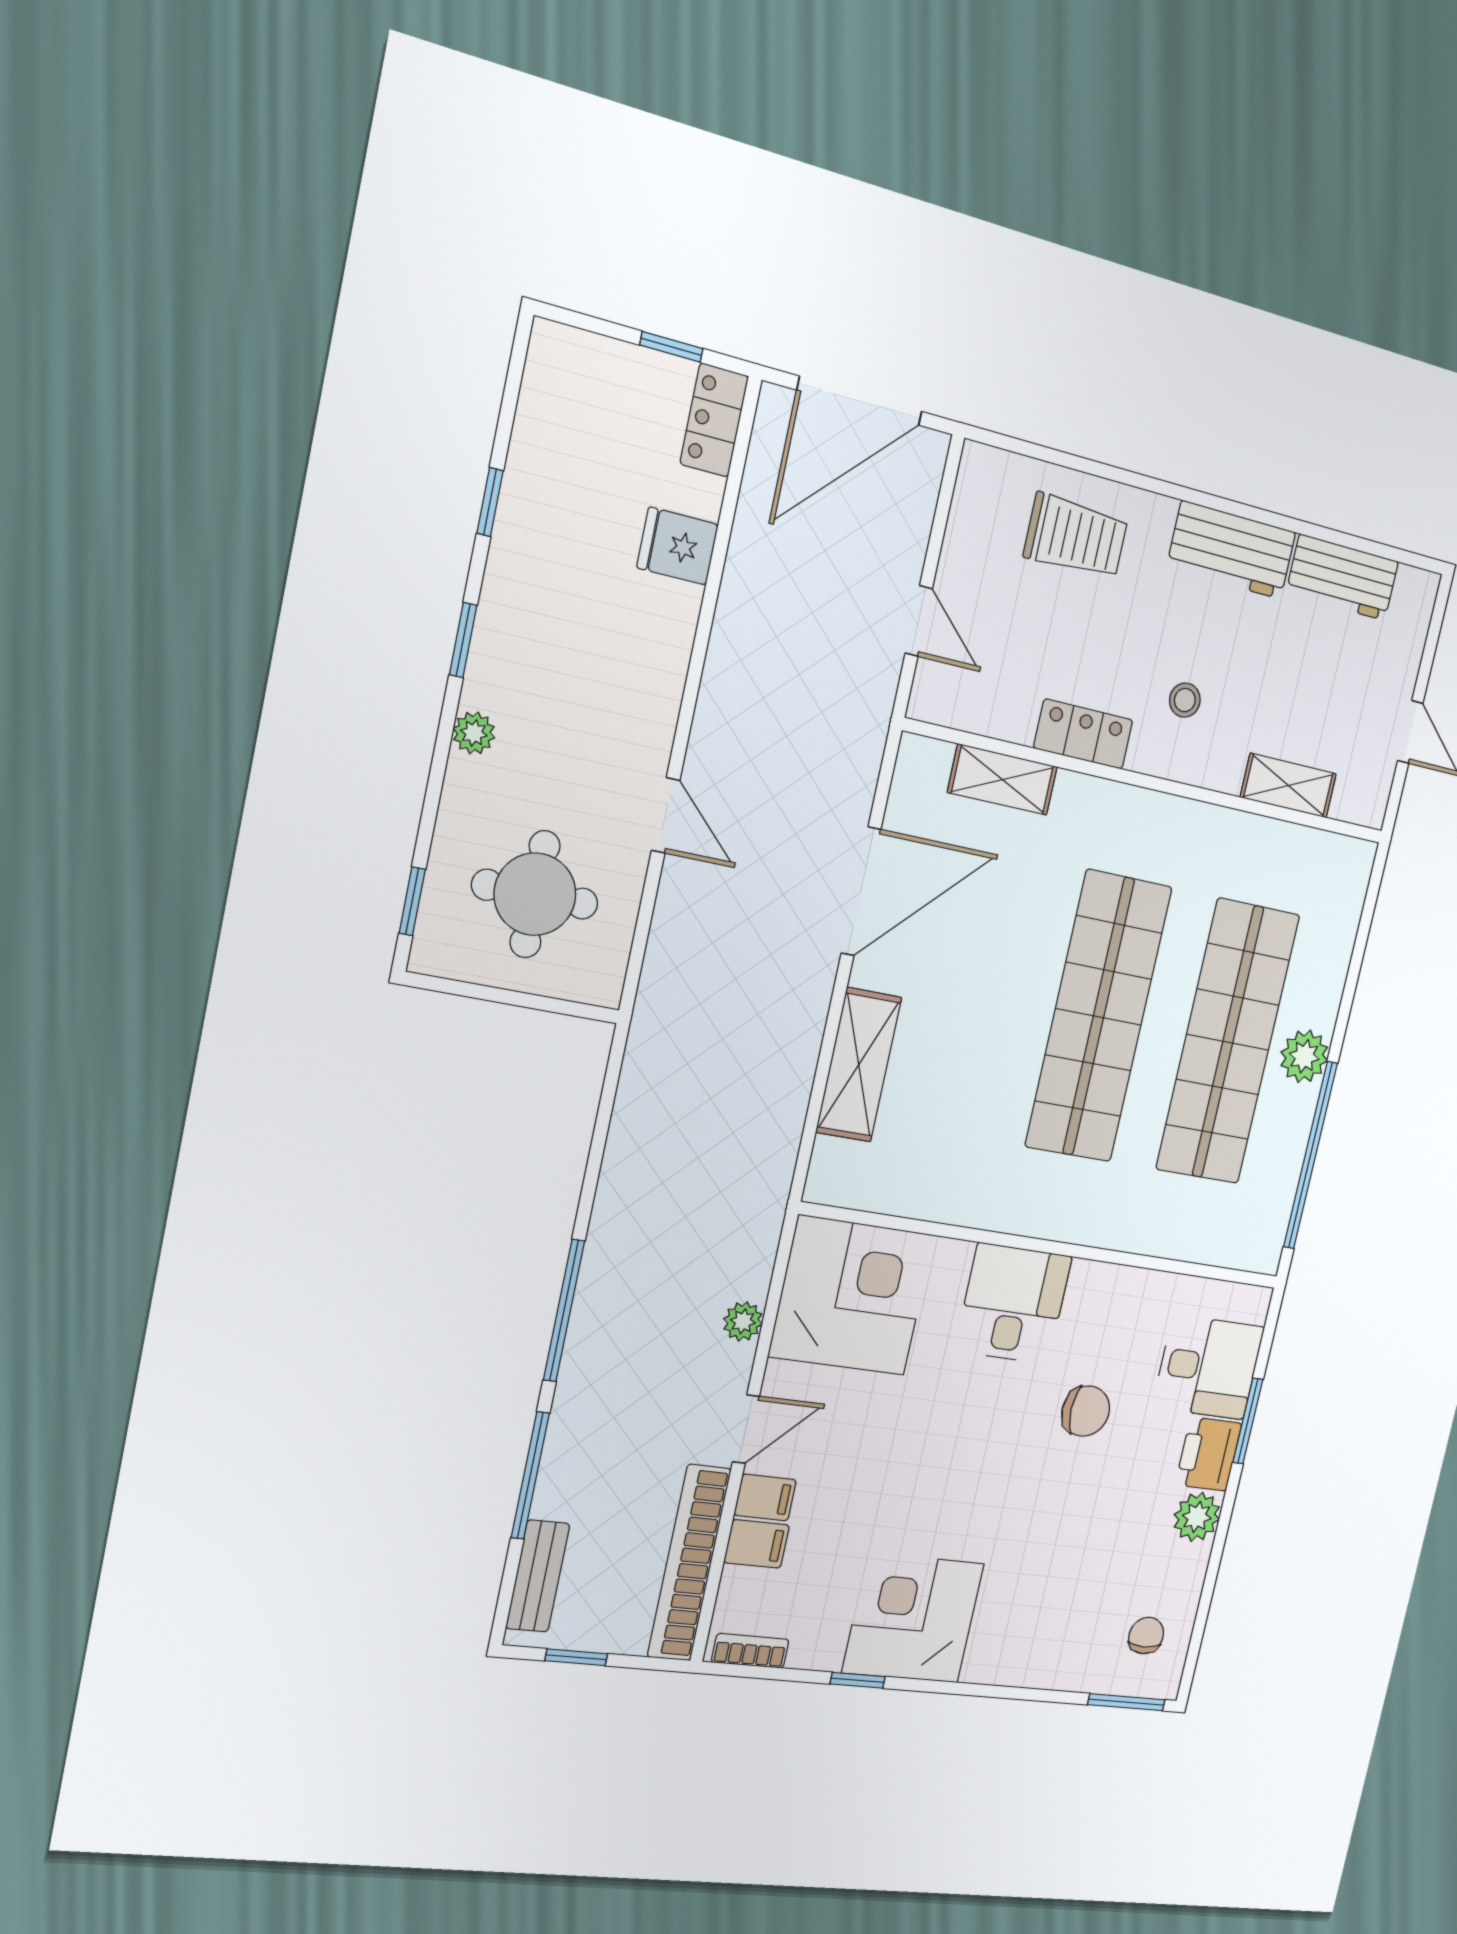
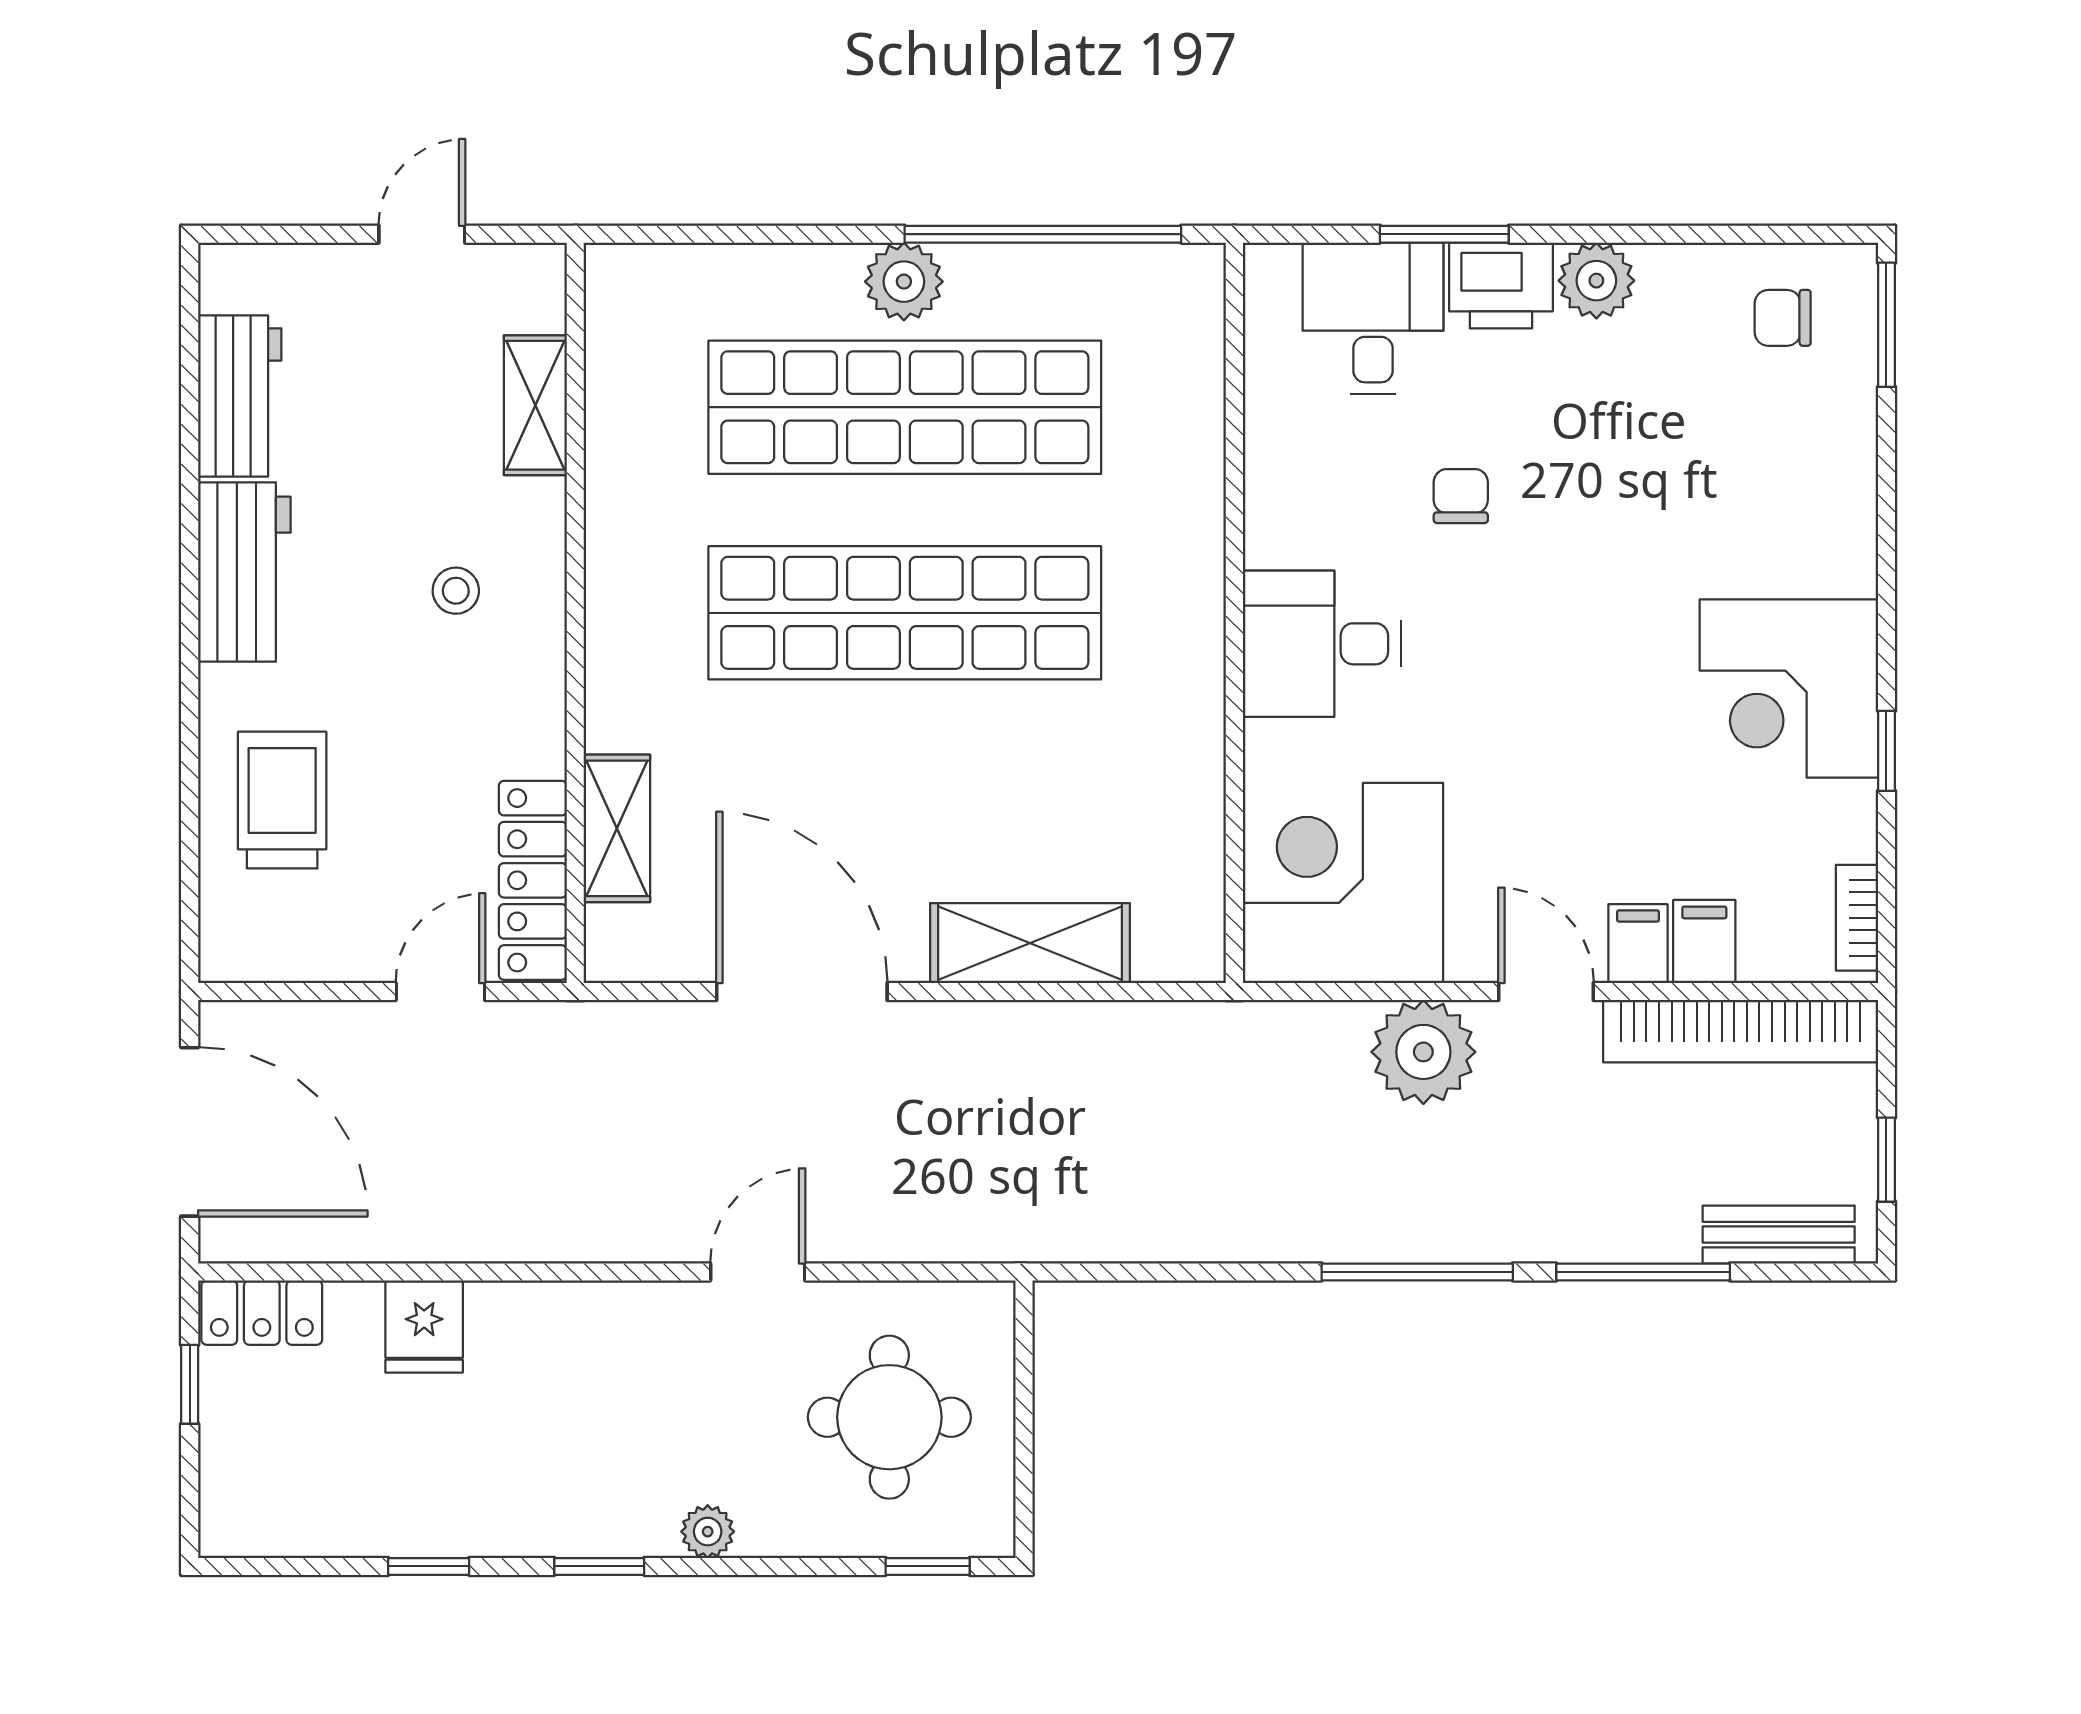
locker: (1083, 734) -> (533, 880), moved, width x1.53
plant: (743, 1321) -> (1423, 1052), width x1.88, depth x1.88
chair: (1086, 1411) -> (1461, 496), width x0.73, depth x0.73

